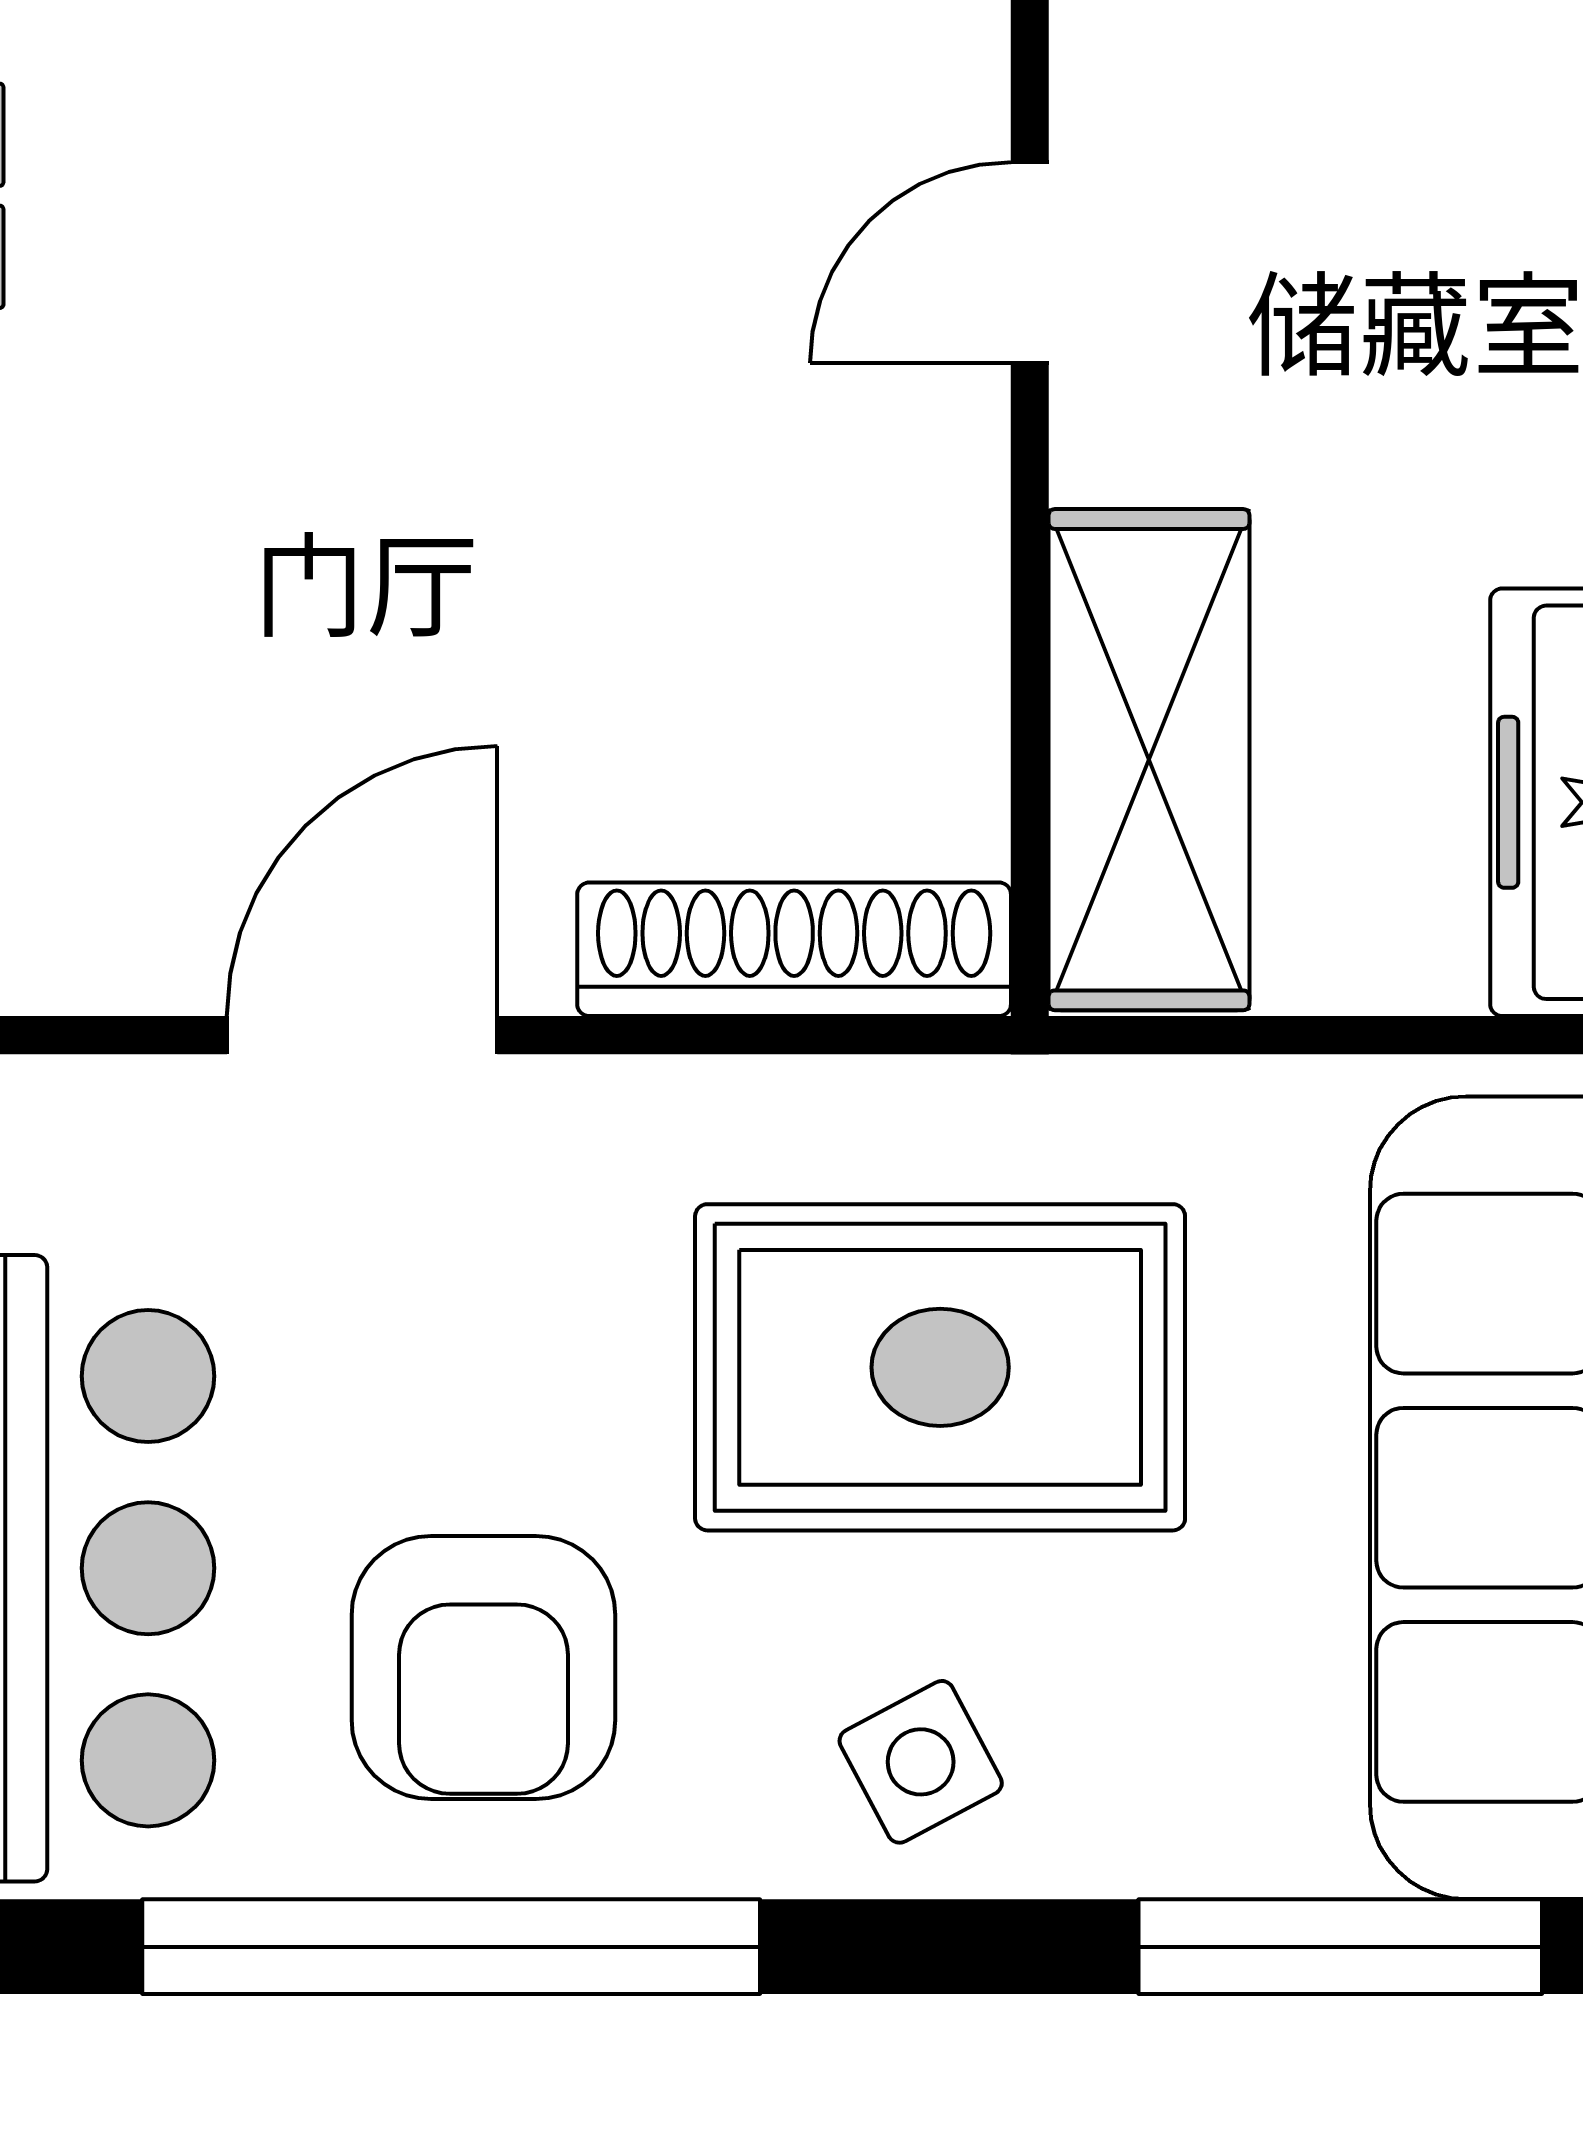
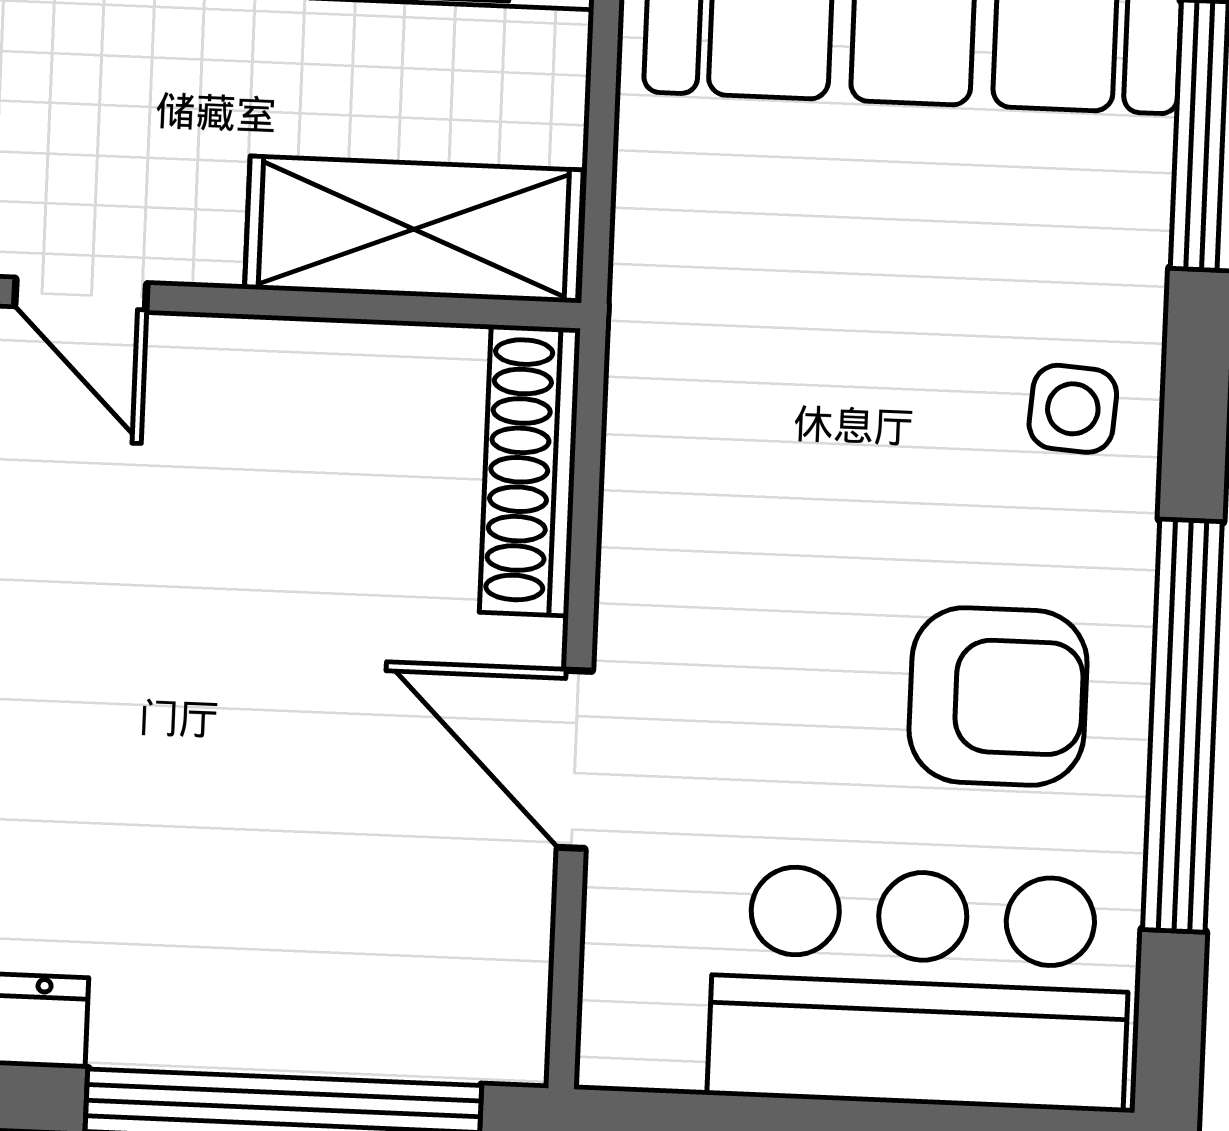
rug: (940, 1367) -> (811, 385), removed
side table: (921, 1762) -> (1073, 409), turned 32

